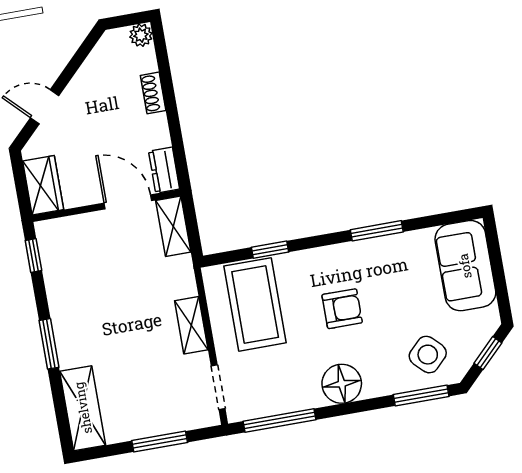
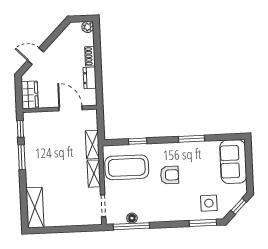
dresser: (164, 170) -> (90, 78), moved
shelving: (173, 226) -> (92, 145), moved
coffee table: (255, 304) -> (127, 167), turned 90
window: (49, 344) -> (22, 157), moved
side table: (428, 355) -> (209, 203), turned 45
floor lamp: (342, 384) -> (132, 218), moved, width x0.53, depth x0.53
window: (160, 442) -> (71, 229), removed

